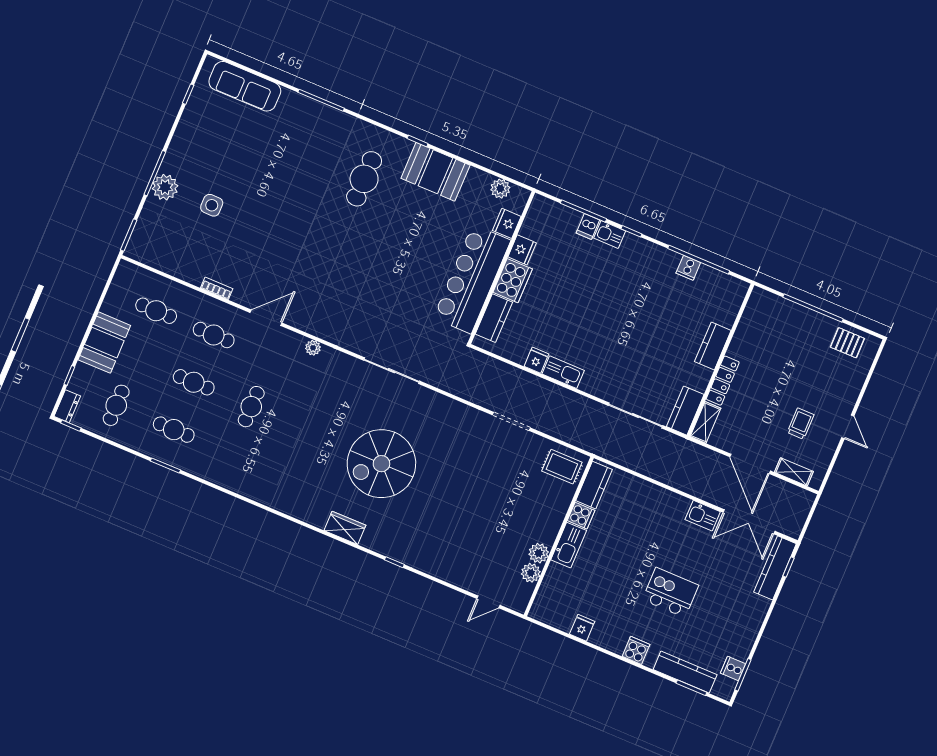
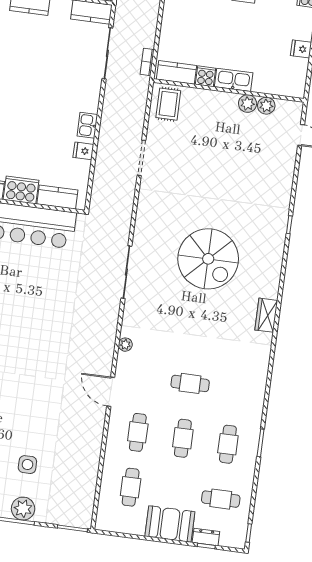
bookcase: (217, 288) -> (147, 62), moved
kitchen sink: (563, 372) -> (87, 125), width x0.73
dresser: (67, 406) -> (206, 537), moved
wardrobe: (345, 528) -> (266, 315), moved

